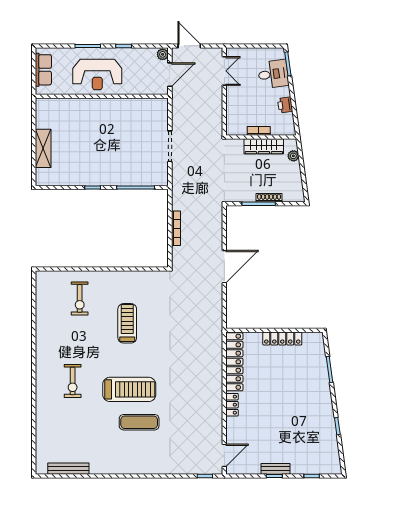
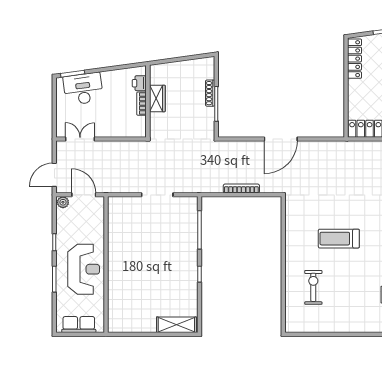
desk: (273, 74) -> (83, 89), width x1.37
printer: (285, 105) -> (139, 83), moved, turned 98
wardrobe: (264, 146) -> (157, 98), width x0.67
shelving: (43, 148) -> (176, 325), moved
plant: (293, 156) -> (167, 68), removed
door: (224, 267) -> (281, 139), swing flipped
exercise bike: (80, 298) -> (313, 287), turned -90
locker: (282, 339) -> (354, 59), moved

